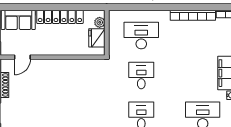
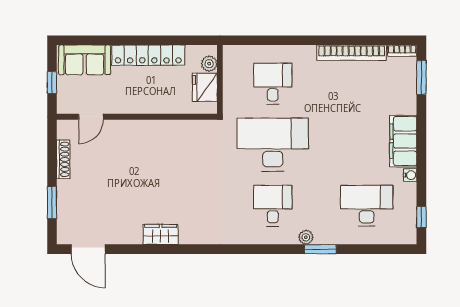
desk: (141, 36) -> (273, 84), width x0.73
desk: (141, 75) -> (273, 145), width x1.87, depth x1.30

